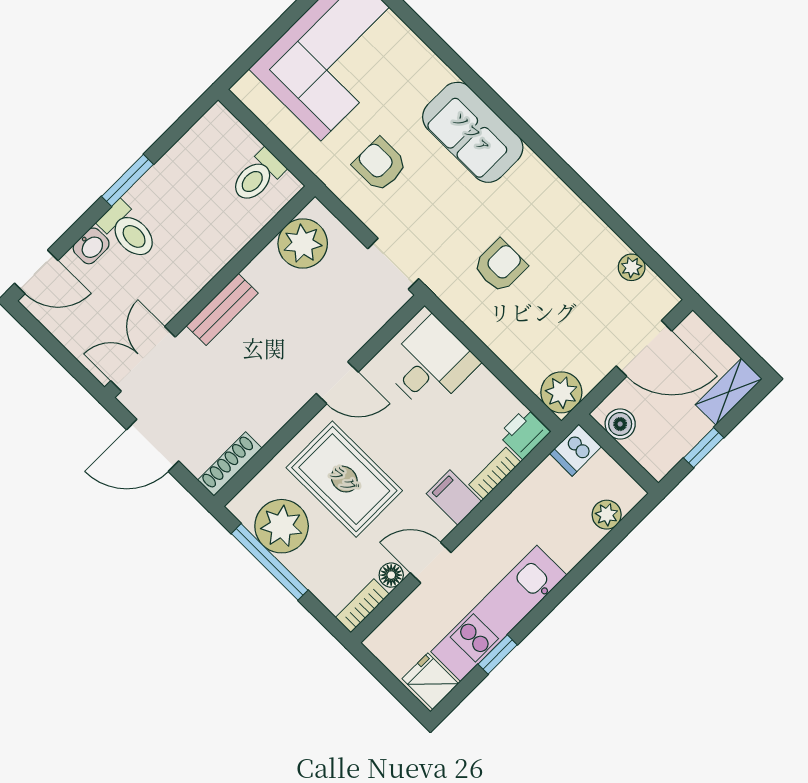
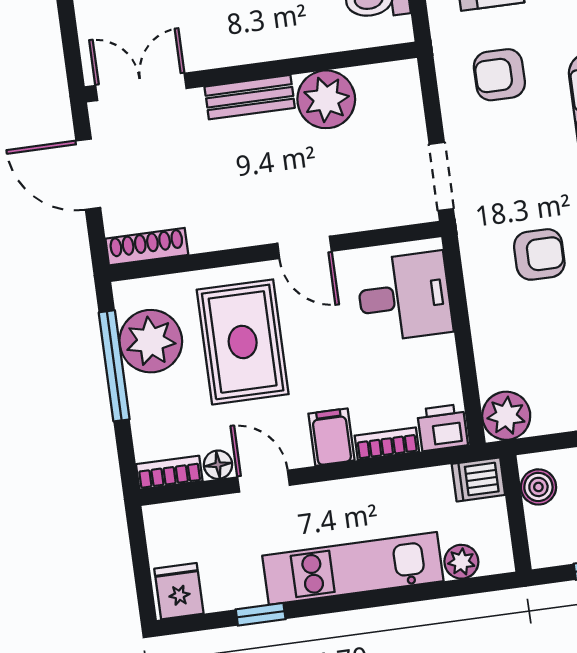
armchair: (380, 165) -> (499, 75), turned -90
plant: (303, 243) -> (326, 99), moved
kitchen unit: (499, 613) -> (353, 568), moved

